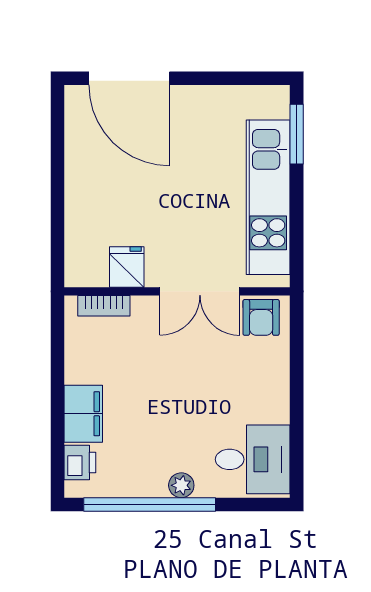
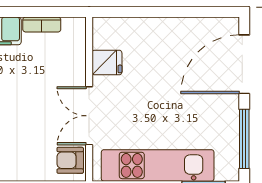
window: (232, 78) -> (244, 139), added
bookcase: (104, 306) -> (42, 25), moved, turned -90

